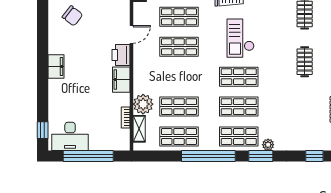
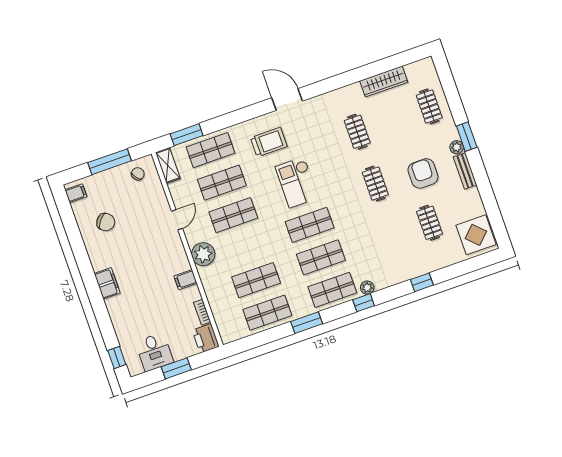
printer: (121, 55) -> (206, 338), moved
filing cabinet: (121, 80) -> (185, 280), width x0.50
plant: (143, 104) -> (203, 254), moved
shelving: (139, 129) -> (221, 319), removed
desk: (70, 136) -> (154, 352), width x0.73
window: (88, 156) -> (176, 368), width x0.47
window: (208, 156) -> (307, 323), width x0.47
window: (261, 156) -> (364, 303), width x0.67

